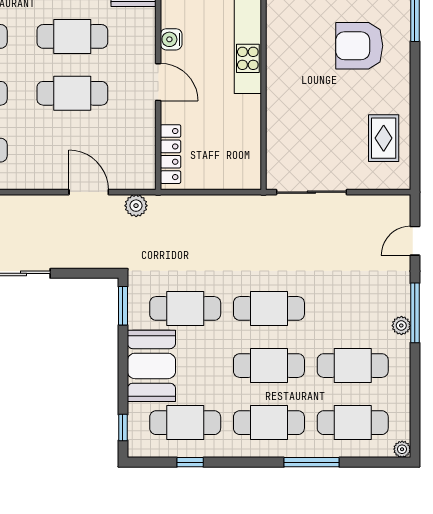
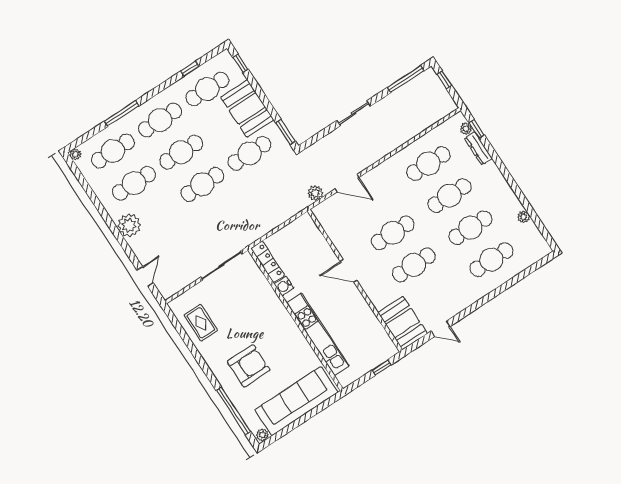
water cooler: (171, 39) -> (284, 286), moved, turned 180
locker: (170, 154) -> (268, 262), moved, turned 180
window: (415, 313) -> (118, 236), removed
plant: (401, 326) -> (129, 225), width x1.87, depth x1.87

